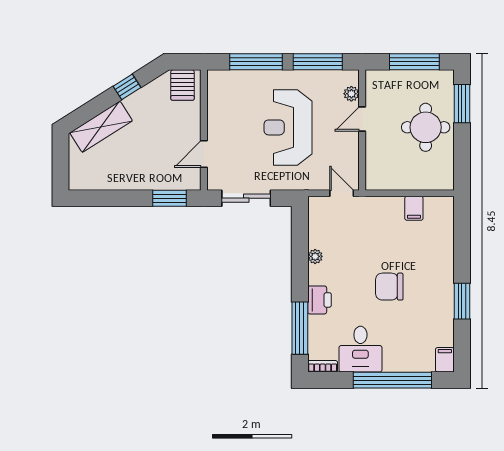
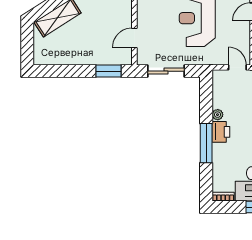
printer: (319, 300) -> (221, 132), moved
window: (300, 328) -> (206, 143), moved

